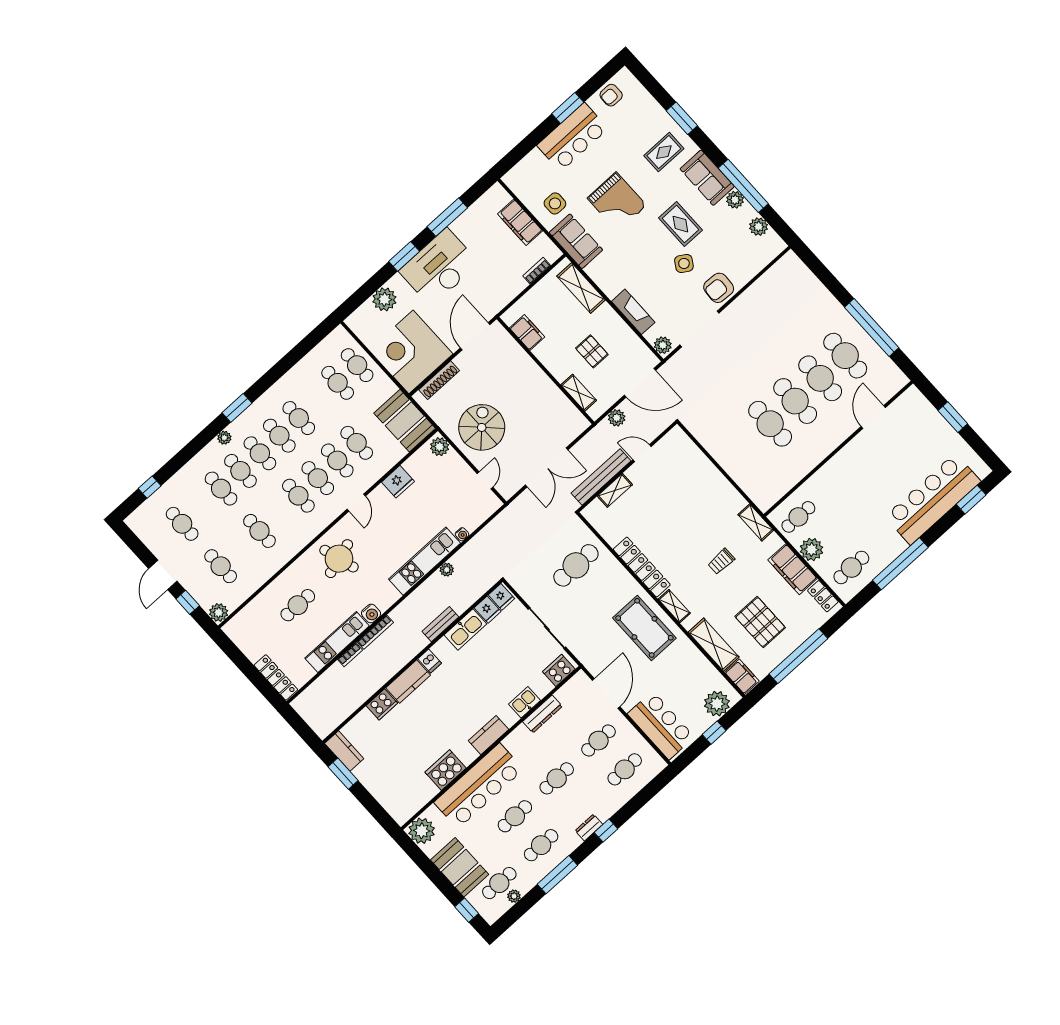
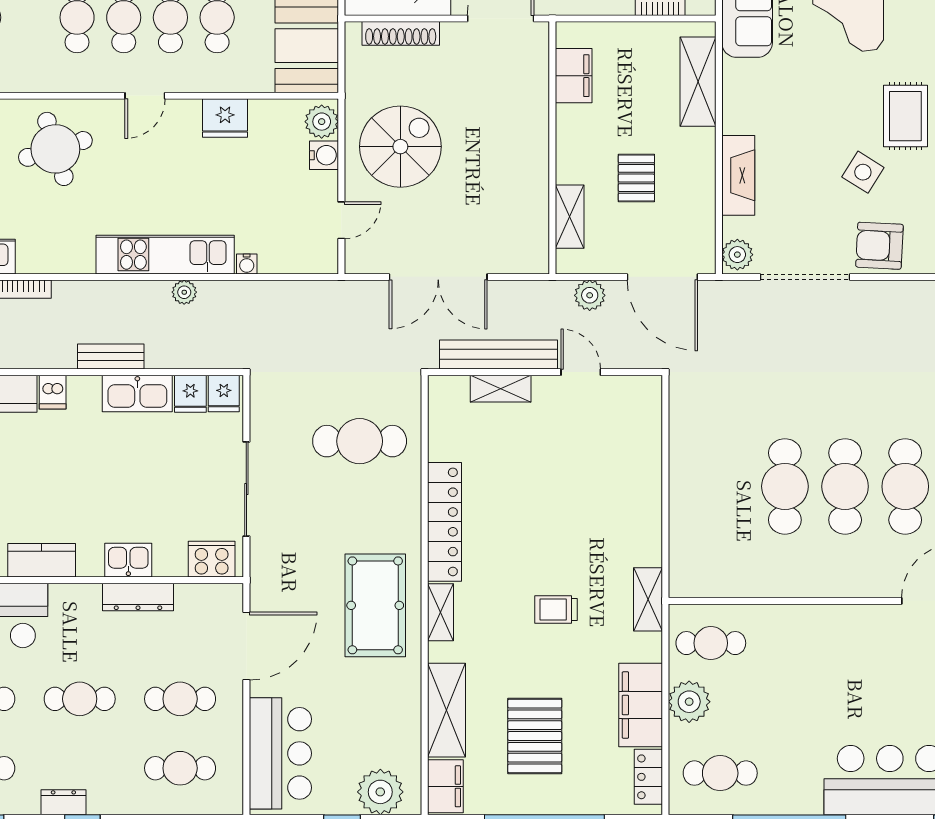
water cooler: (371, 614) -> (324, 155), moved, turned -90

